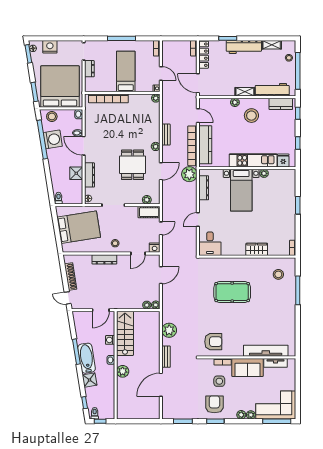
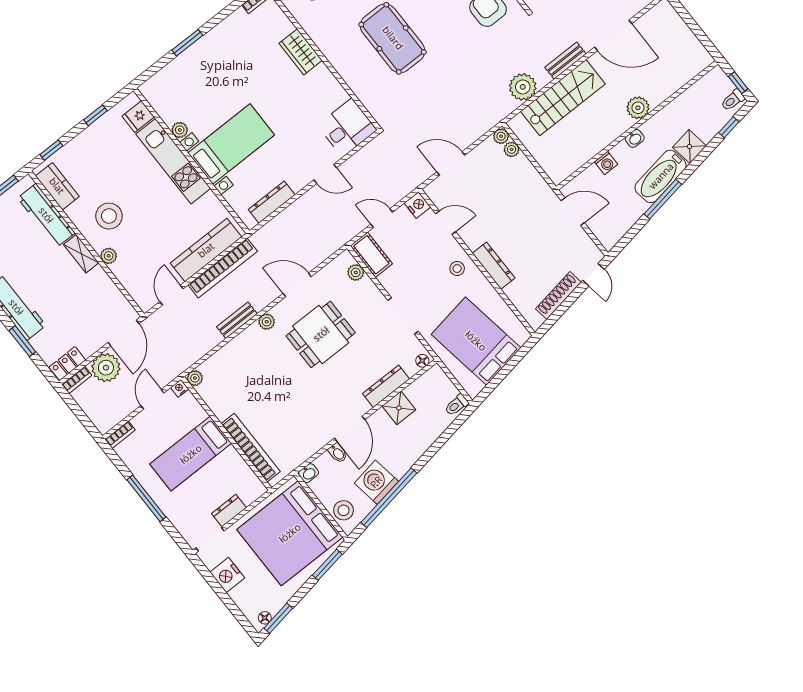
nightstand: (50, 47) -> (227, 575), moved
locker: (204, 55) -> (67, 364), width x0.66
plant: (189, 174) -> (106, 368), moved
stairs: (125, 333) -> (563, 98), moved, turned 180

